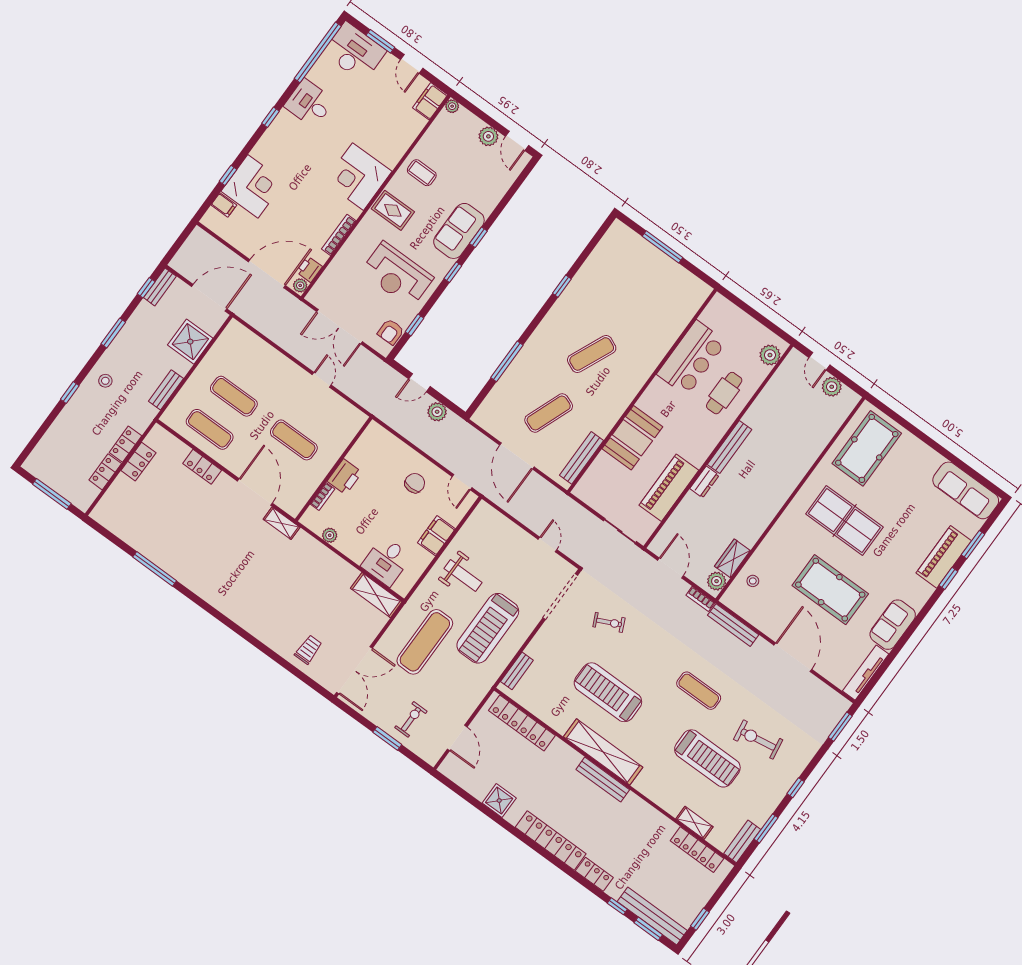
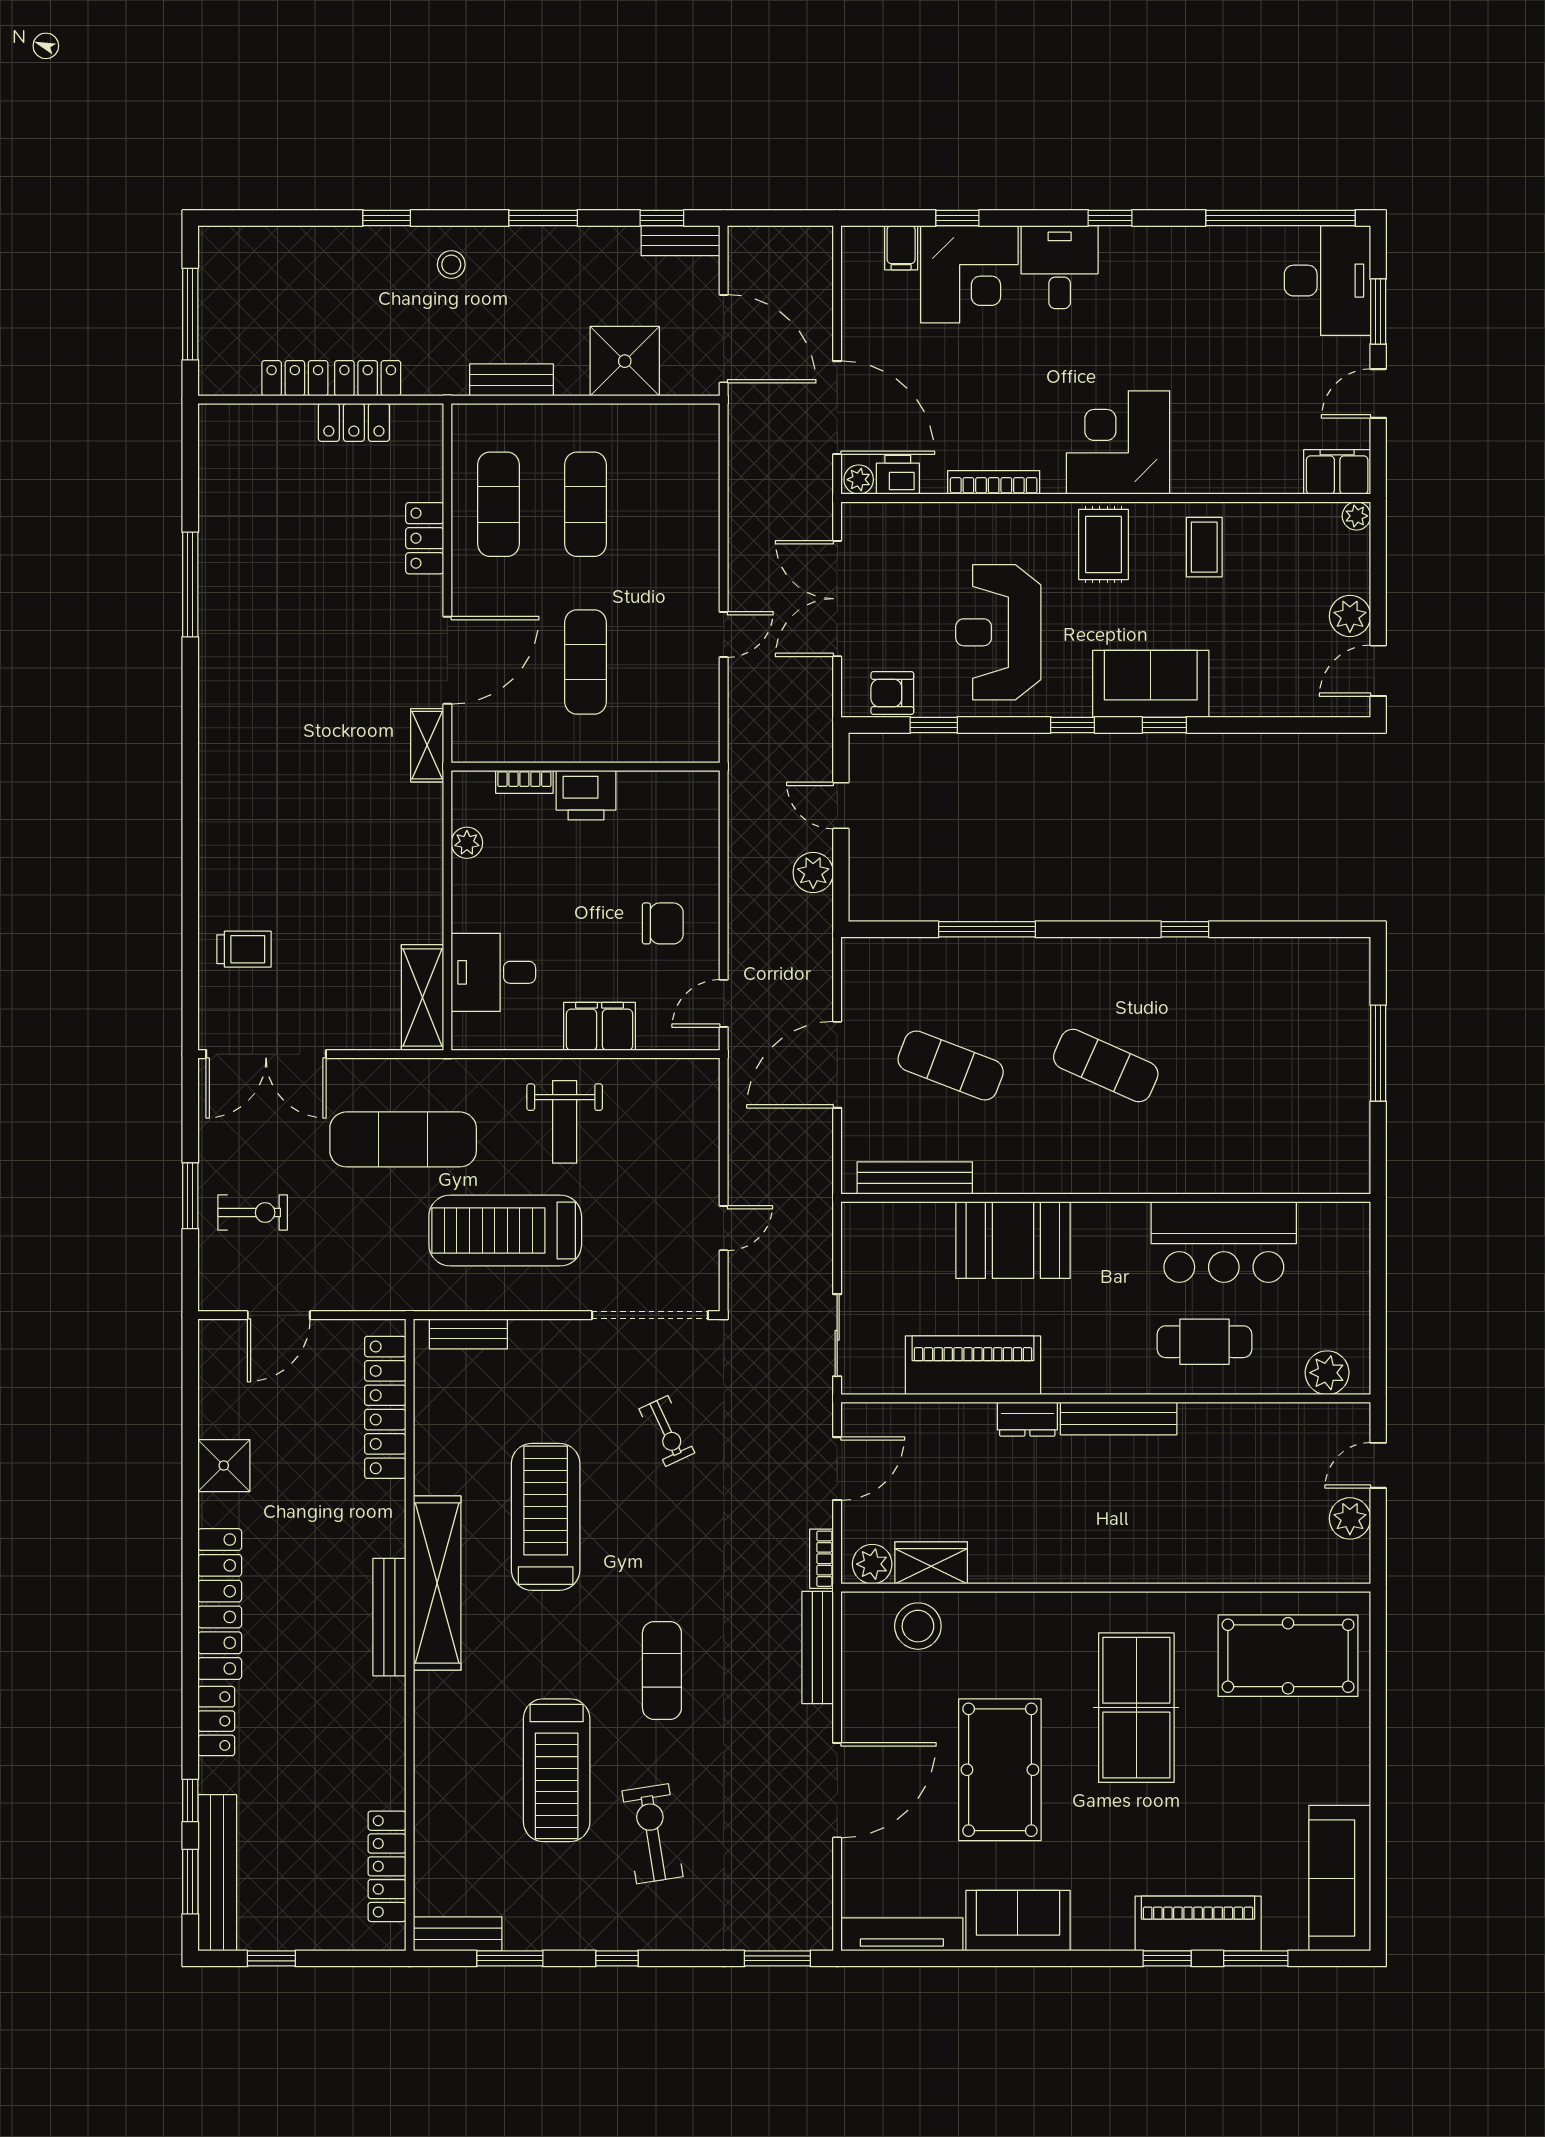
desk: (309, 103) -> (1060, 267), moved
stool: (753, 581) -> (918, 1626), width x1.89, depth x1.89
shelving: (694, 823) -> (430, 1828), removed

